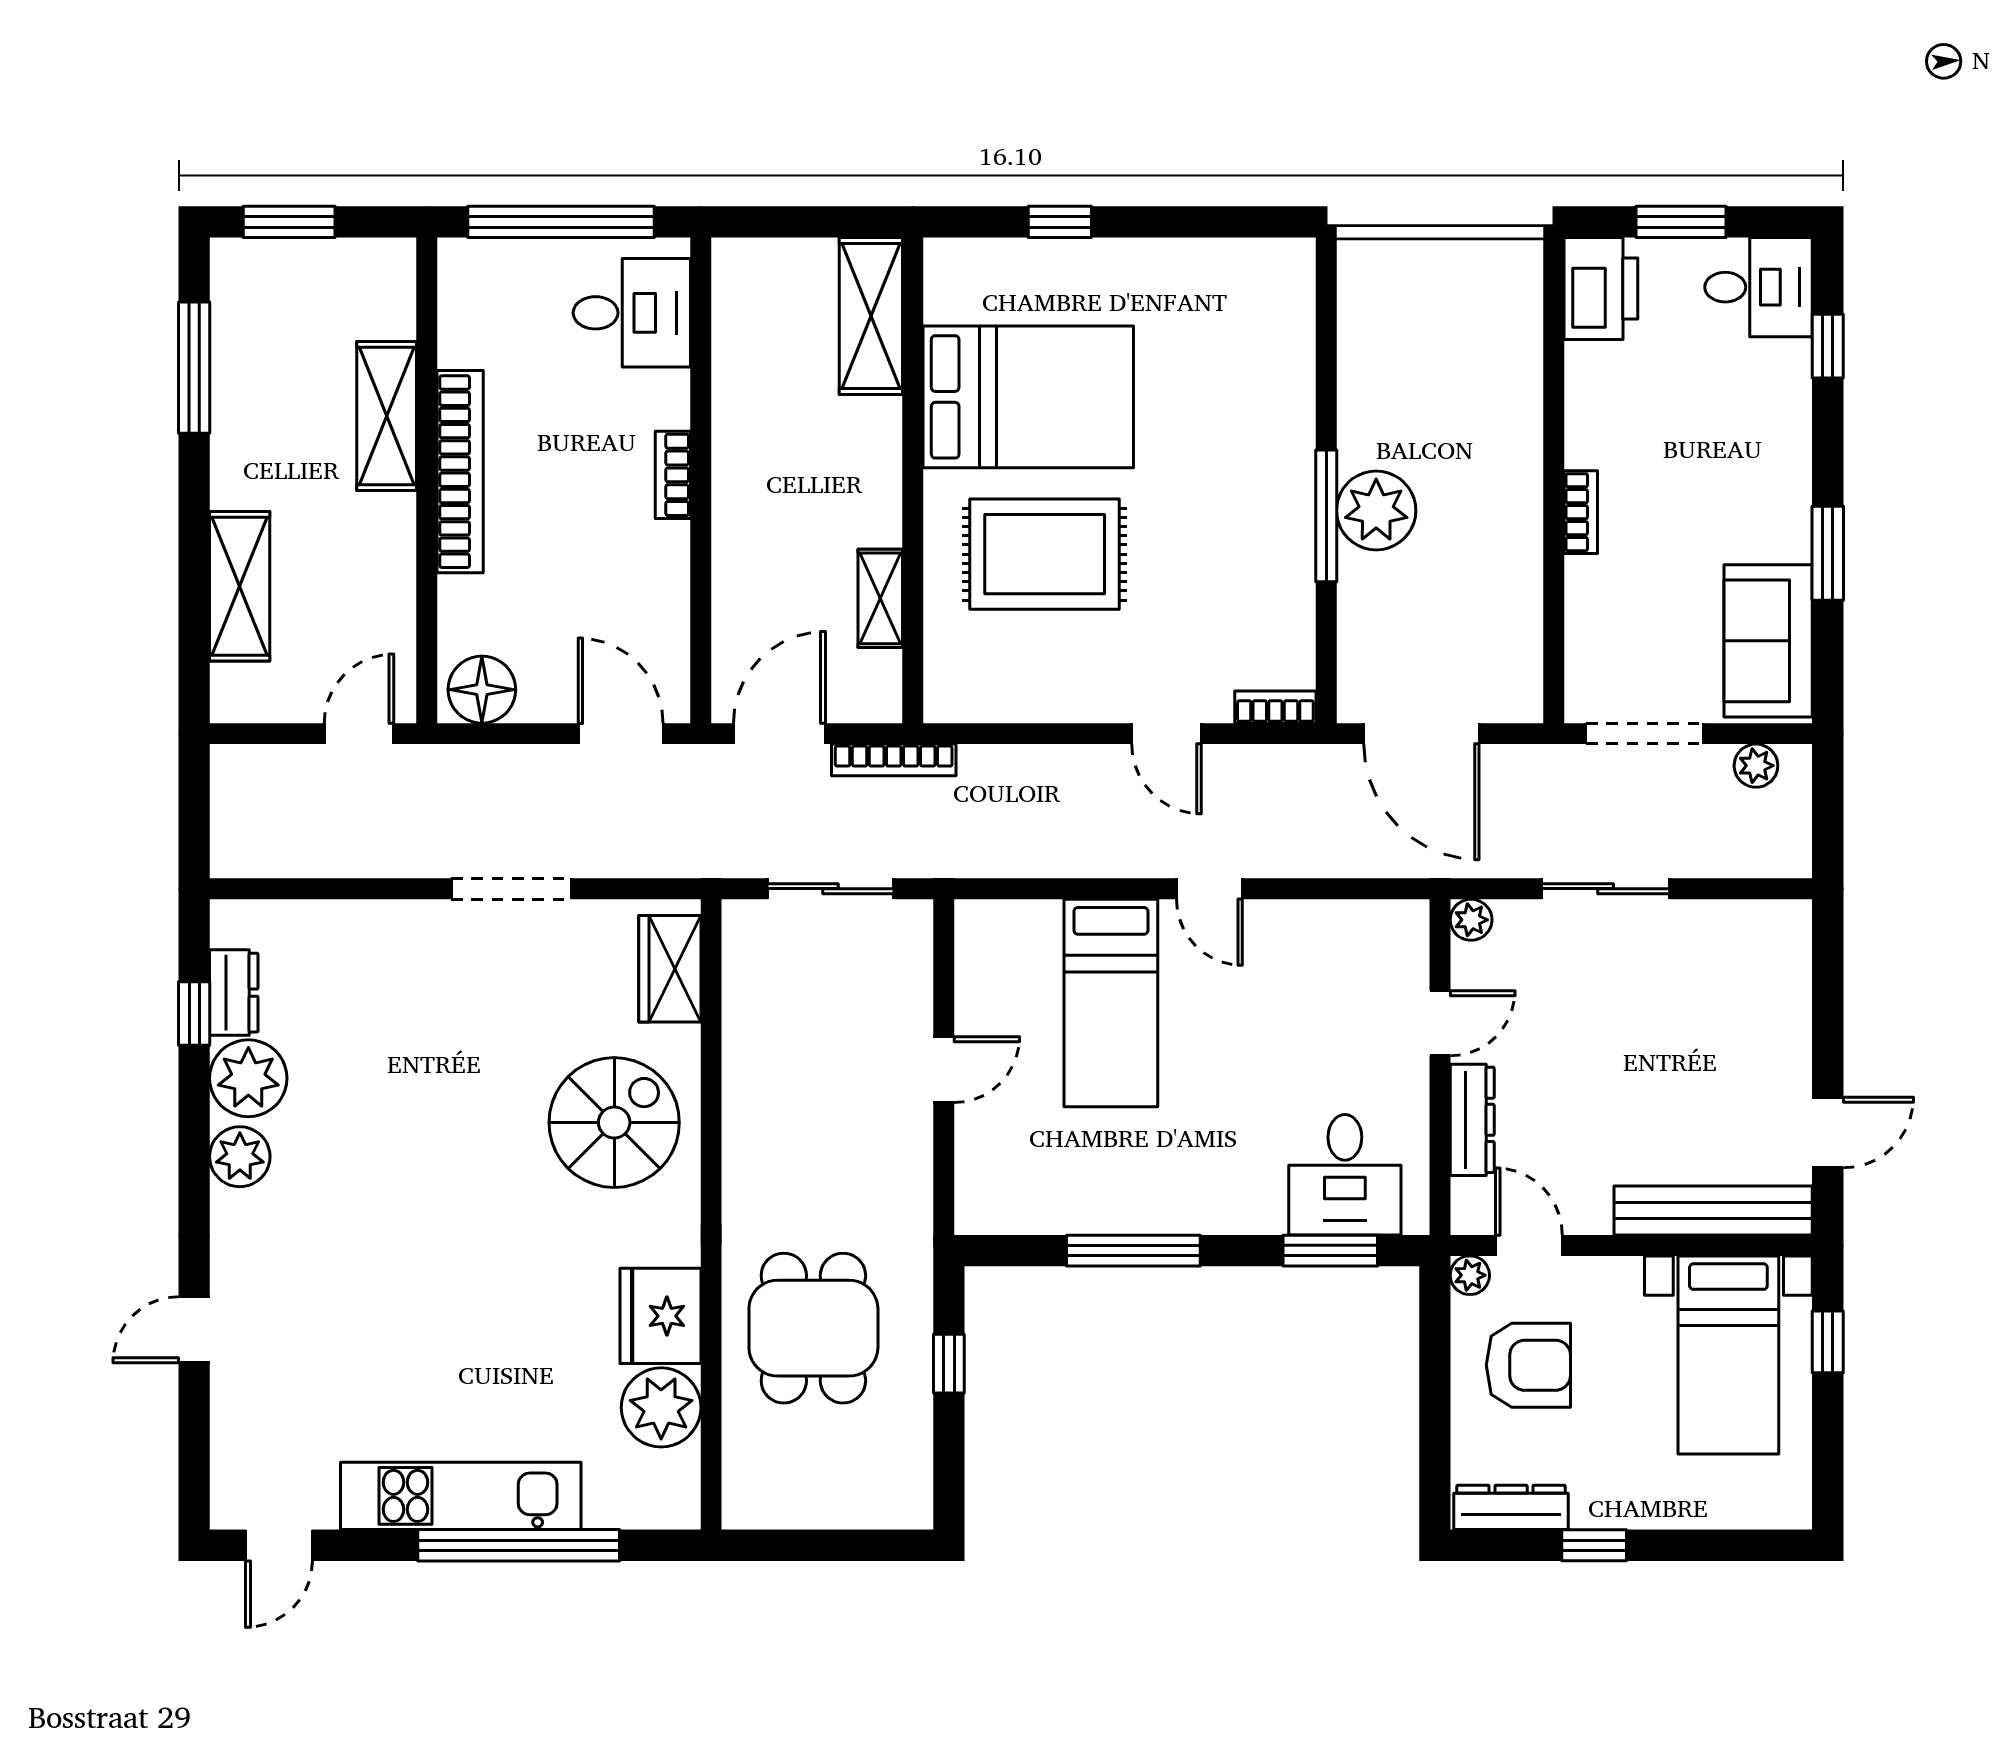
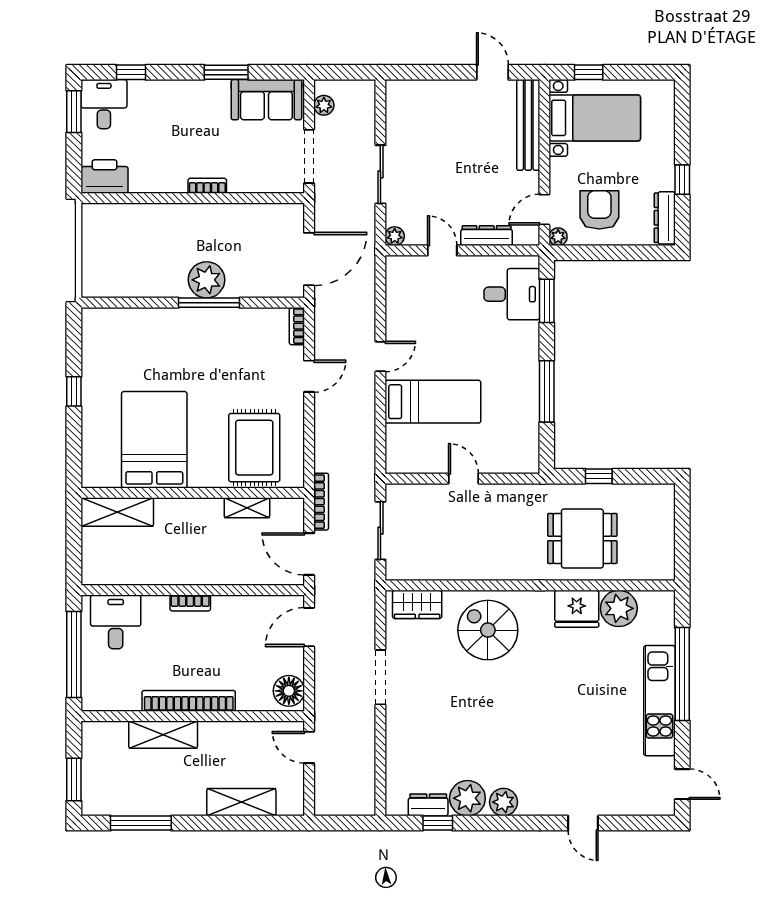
window: (1060, 222) -> (74, 391), moved
window: (1681, 222) -> (74, 112), moved
rug: (1045, 554) -> (254, 448), moved

